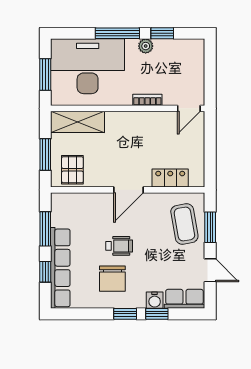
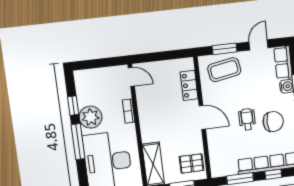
plant: (146, 46) -> (91, 117), width x1.87, depth x1.87

